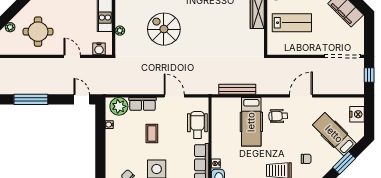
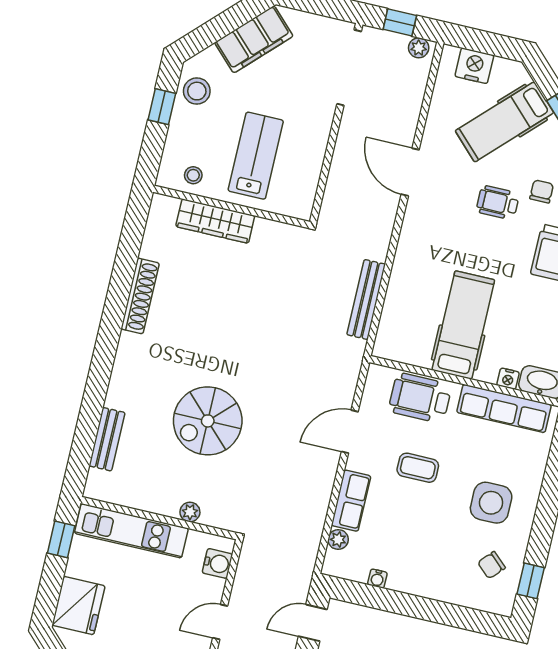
plant: (359, 86) -> (419, 48), added
plant: (119, 106) -> (338, 539), width x0.53, depth x0.53
wheelchair: (278, 116) -> (498, 203), moved, turned 92
hospital bed: (251, 122) -> (463, 325), moved, turned -90
coffee table: (152, 134) -> (418, 468), moved

